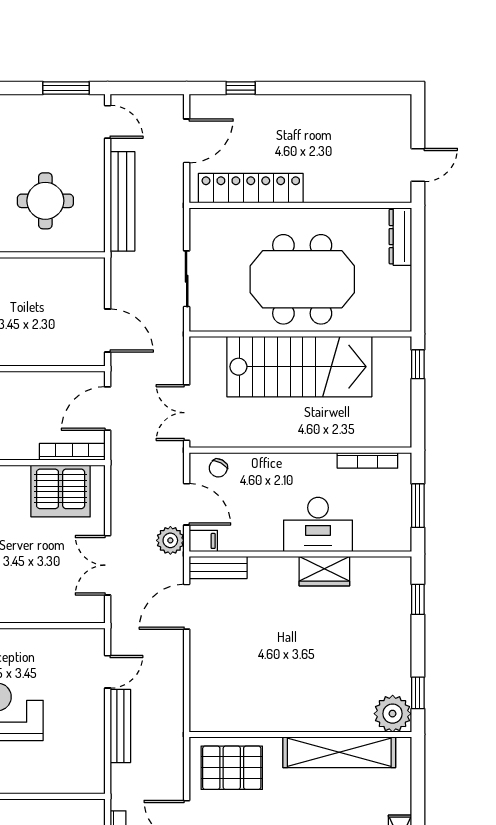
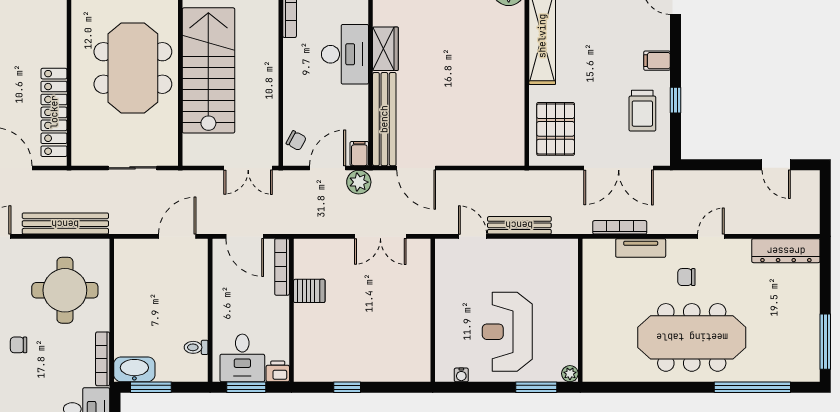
round table: (45, 201) -> (65, 290), width x1.36, depth x1.36
server rack: (61, 491) -> (309, 291), width x0.46, depth x0.70
bench: (218, 568) -> (384, 119), width x1.86, depth x1.21

